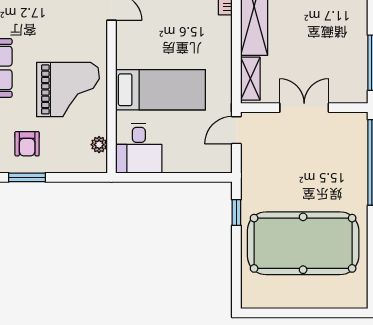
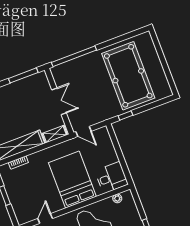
bed: (161, 90) -> (72, 180), width x1.50
double door: (304, 108) -> (59, 101), swing flipped

